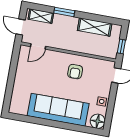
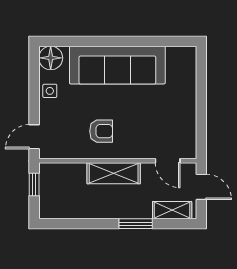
shelving: (95, 27) -> (114, 173), moved
door: (38, 46) -> (168, 161), swing flipped
armchair: (75, 72) -> (101, 131), turned 90

